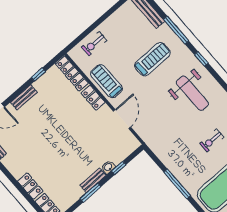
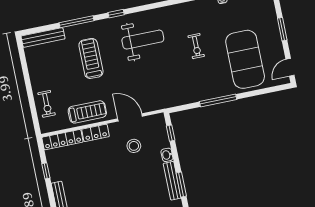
treadmill: (106, 81) -> (87, 112), turned 180
stool: (100, 136) -> (134, 146), added
window: (119, 168) -> (171, 133), moved
bench: (93, 180) -> (172, 181), width x1.36

